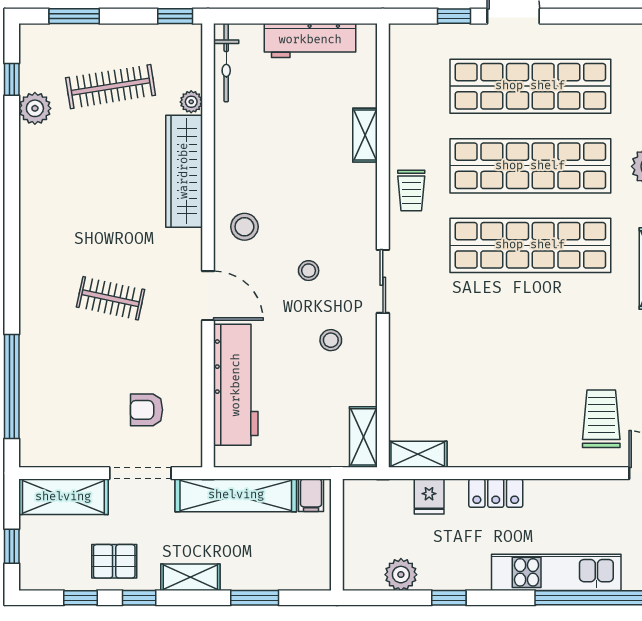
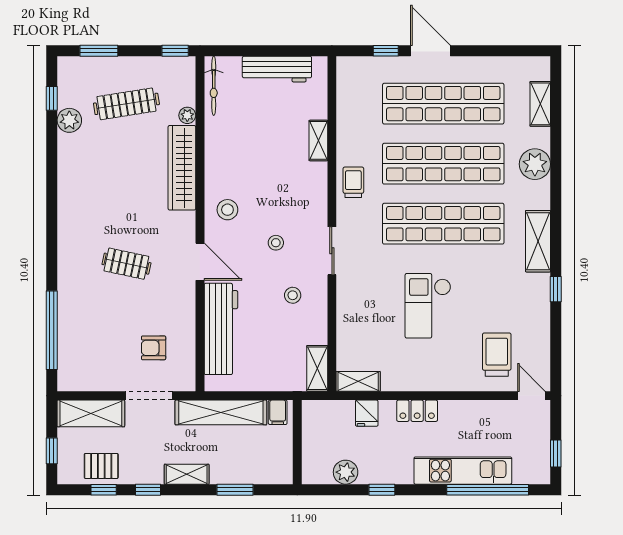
trolley: (411, 191) -> (353, 182), turned 180
checkout: (510, 354) -> (428, 306), added
pallet: (114, 561) -> (101, 466), moved

